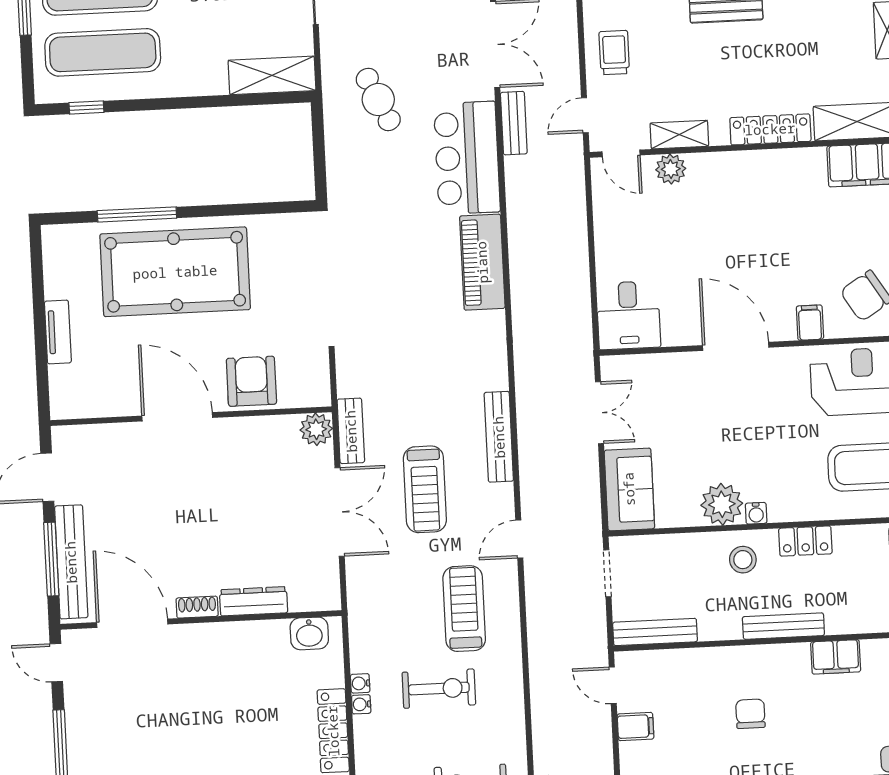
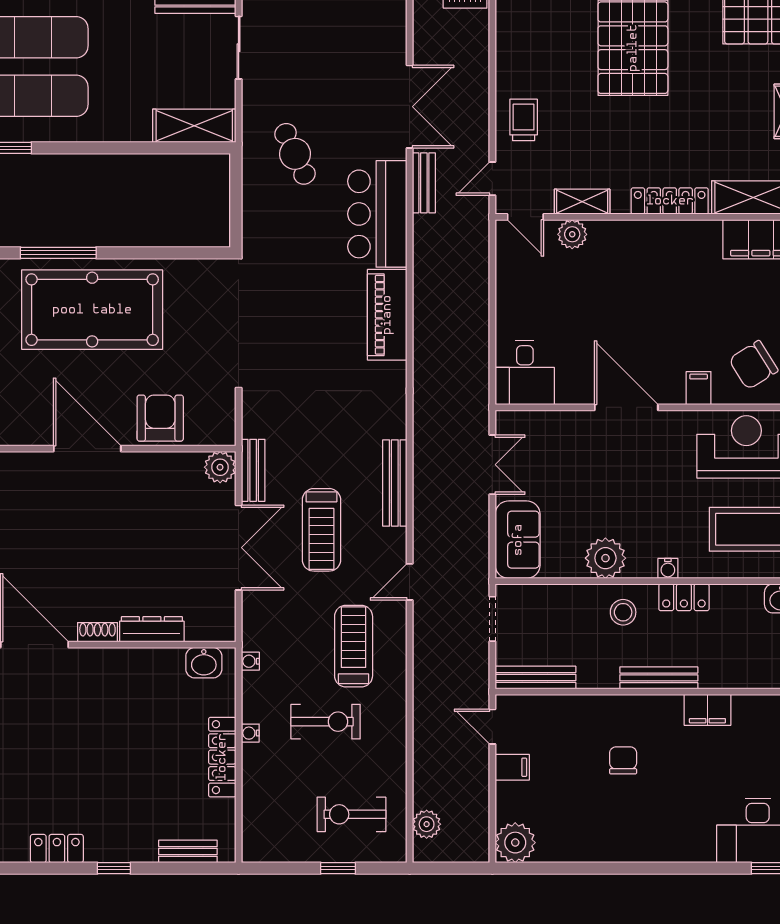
water cooler: (756, 513) -> (668, 568), moved
water cooler: (360, 683) -> (250, 661), moved

